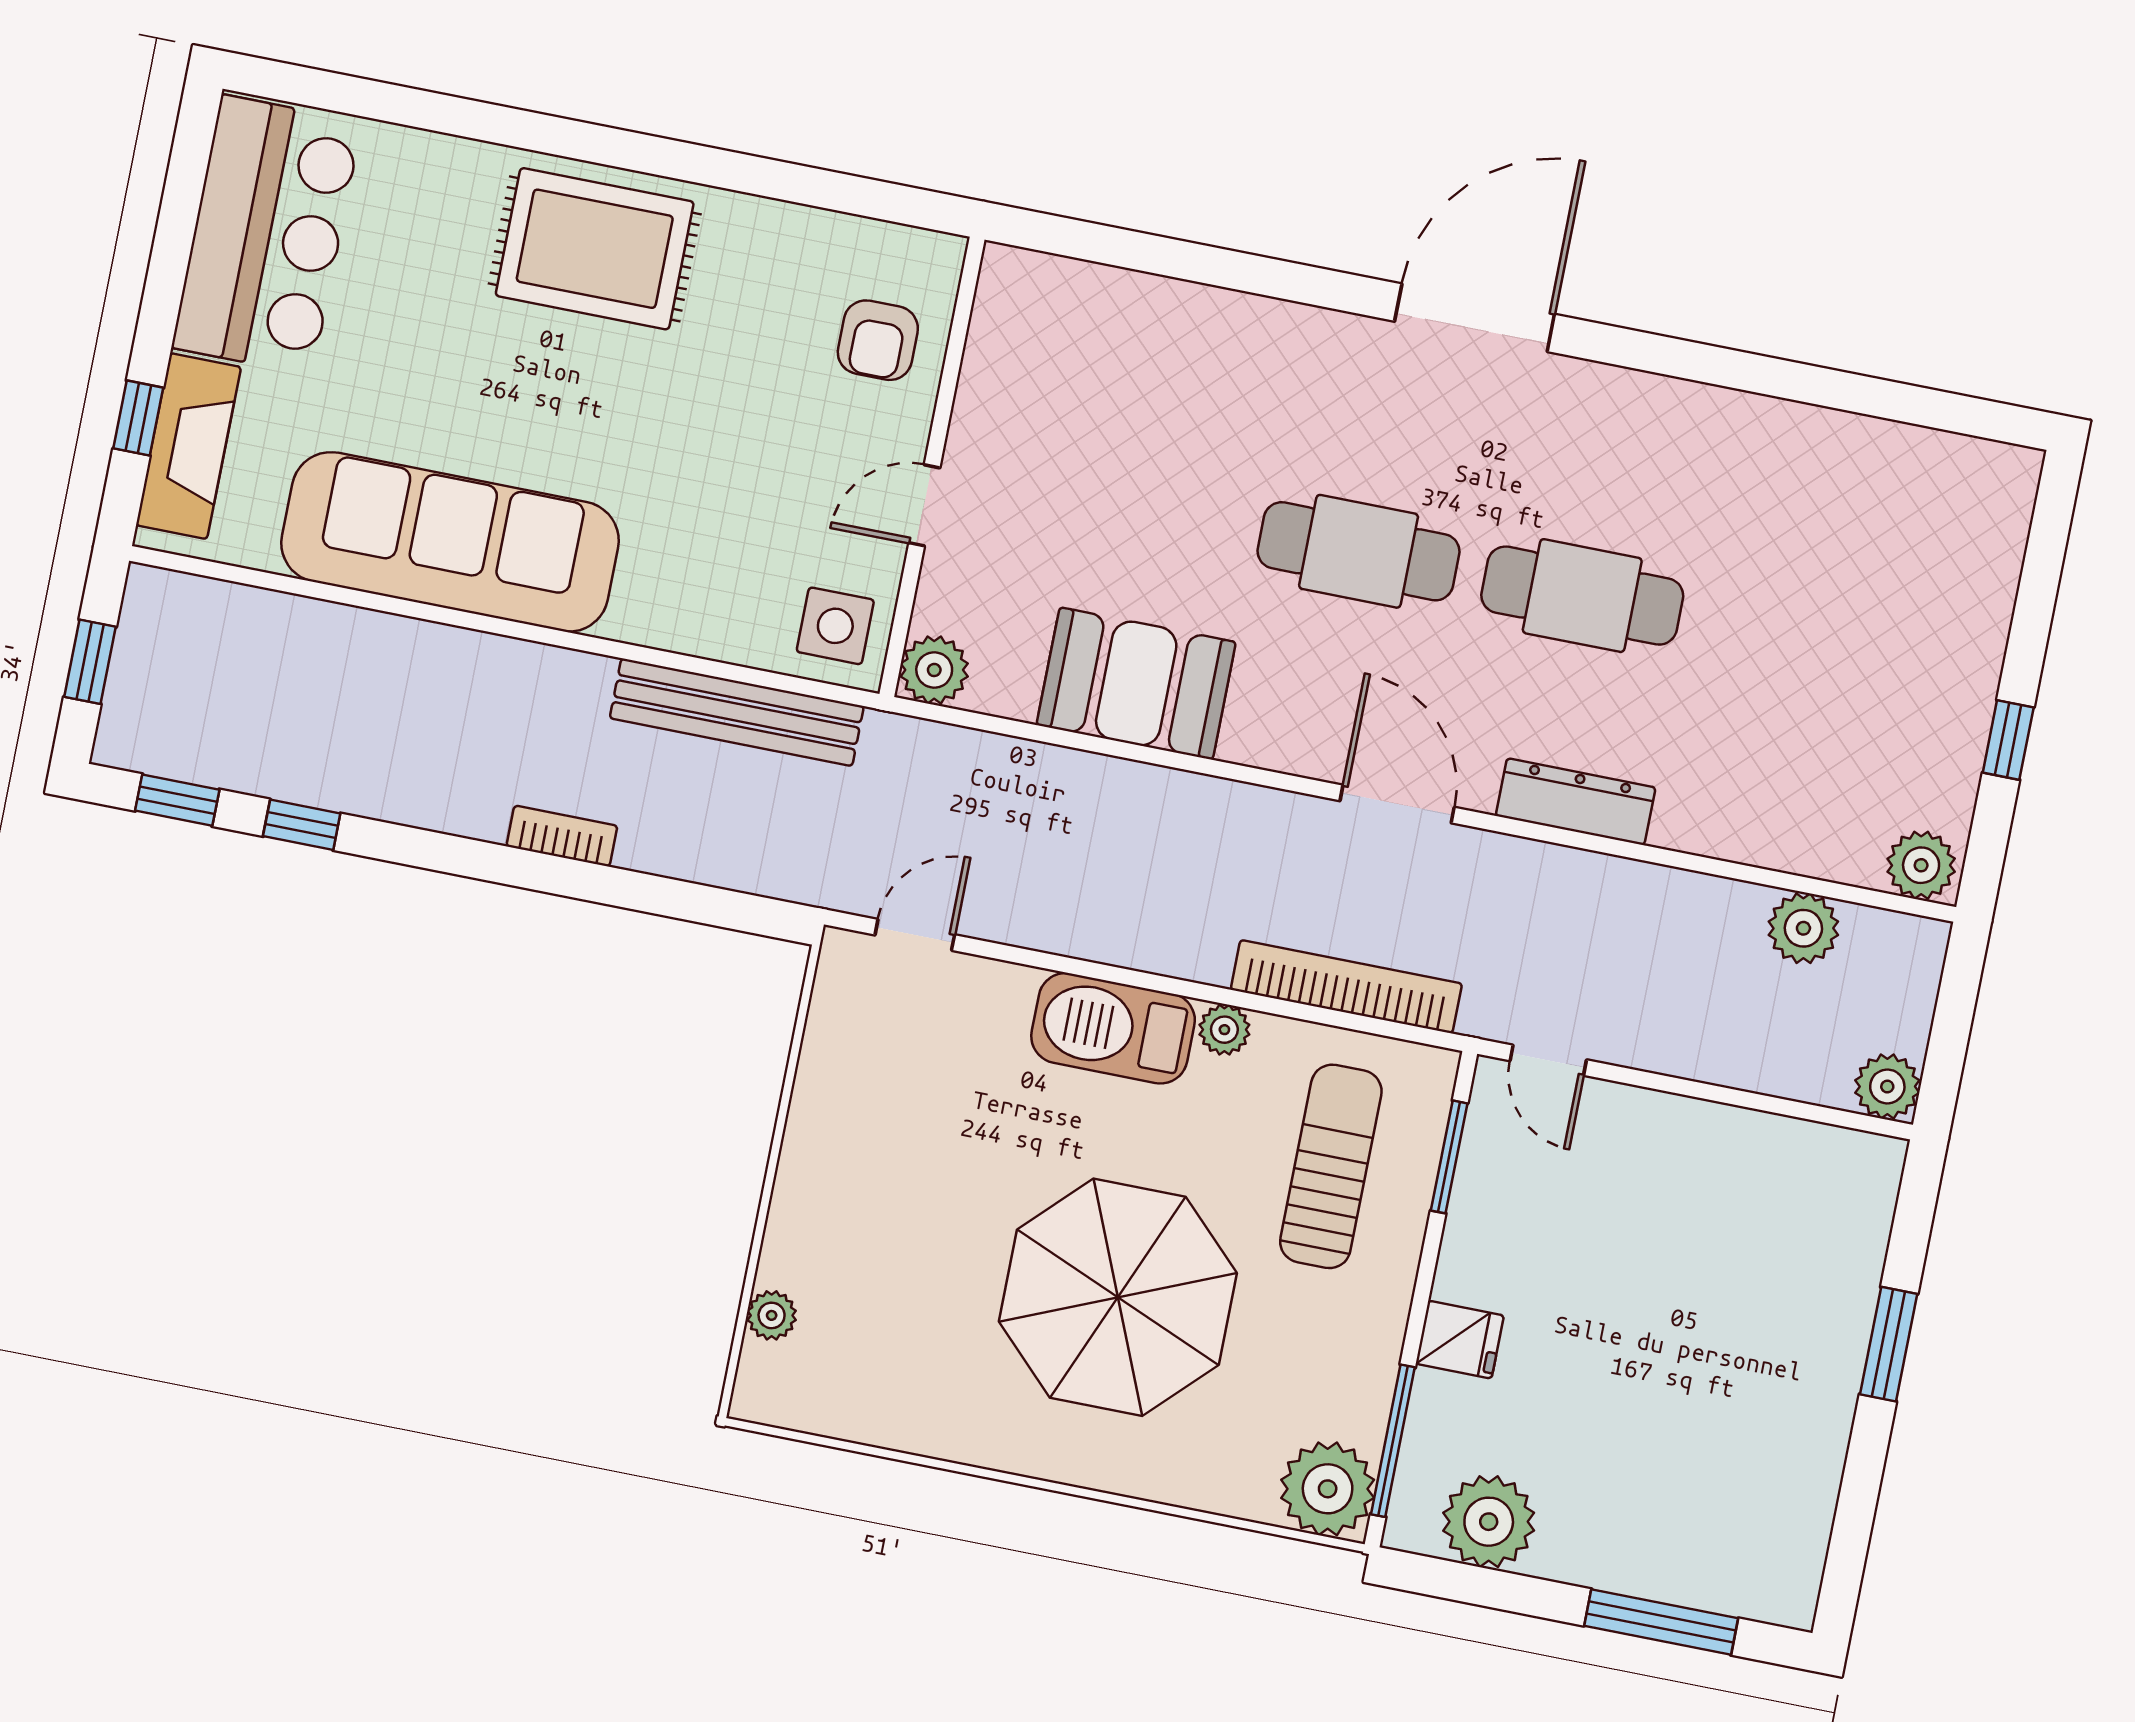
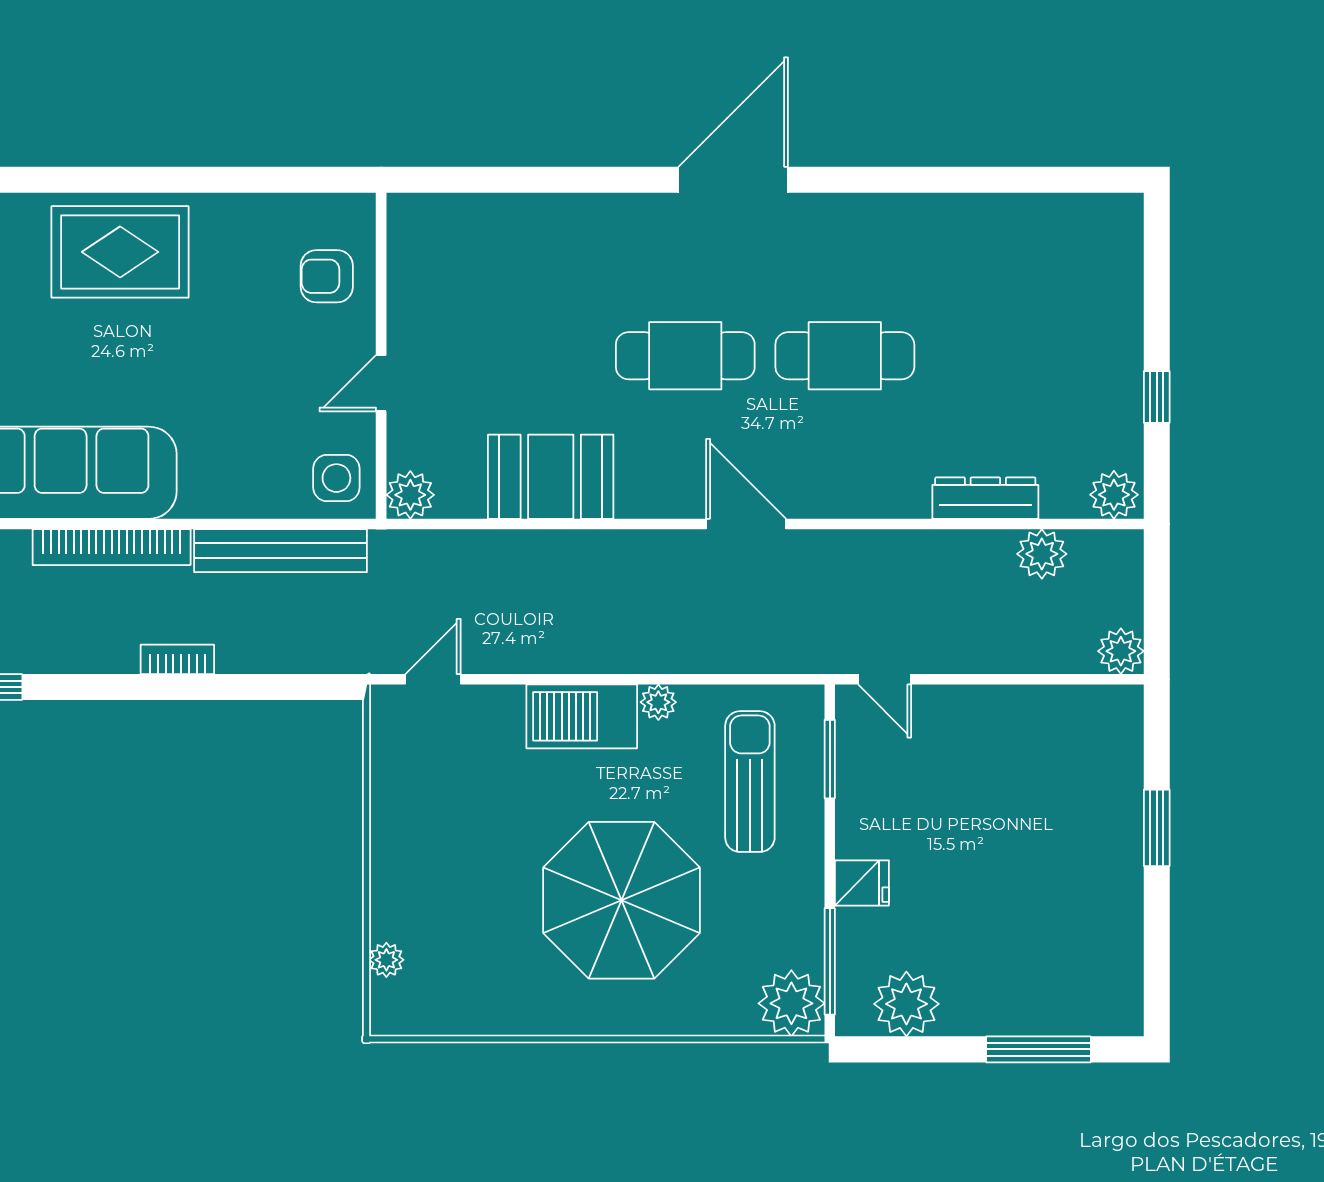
armchair: (878, 340) -> (327, 276), turned 90
dresser: (1576, 802) -> (985, 498), moved
bookcase: (1346, 987) -> (112, 547), moved, turned 180

